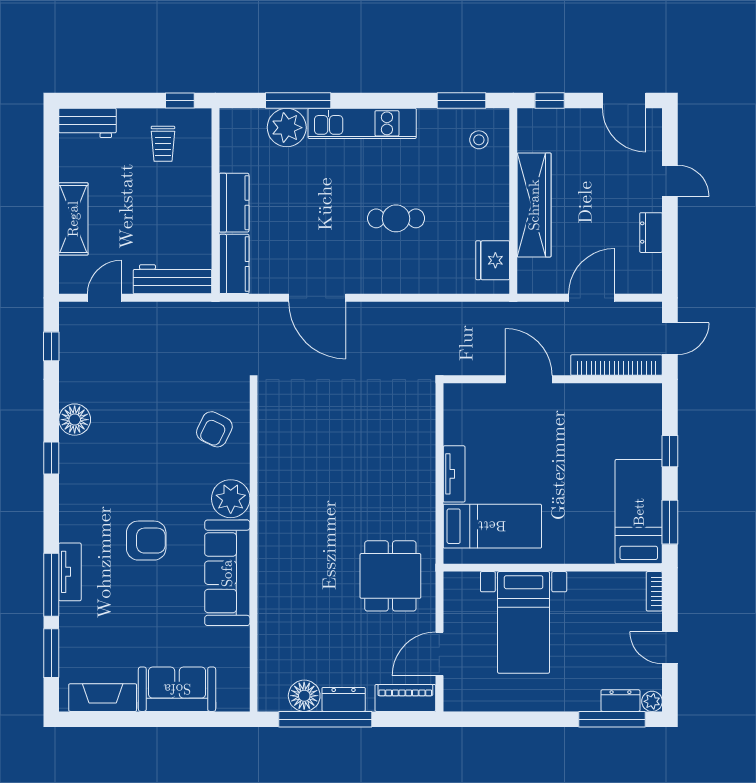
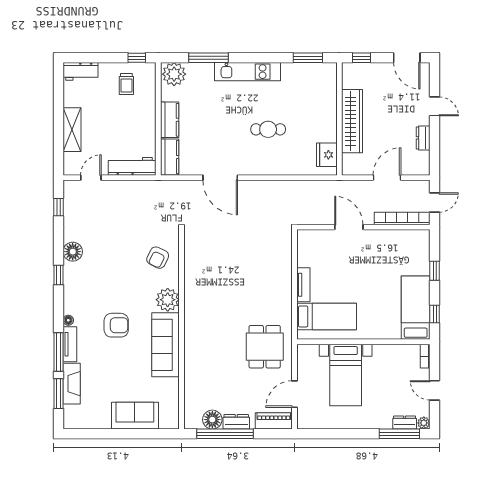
plant: (287, 128) -> (174, 74), moved
stool: (479, 140) -> (318, 82), removed
window: (670, 522) -> (435, 314), width x0.67
floor lamp: (67, 532) -> (68, 320), added
fireplace: (103, 698) -> (72, 384), moved, turned 90

